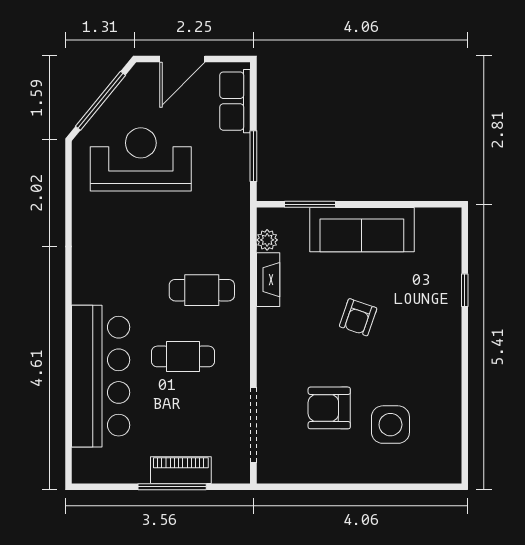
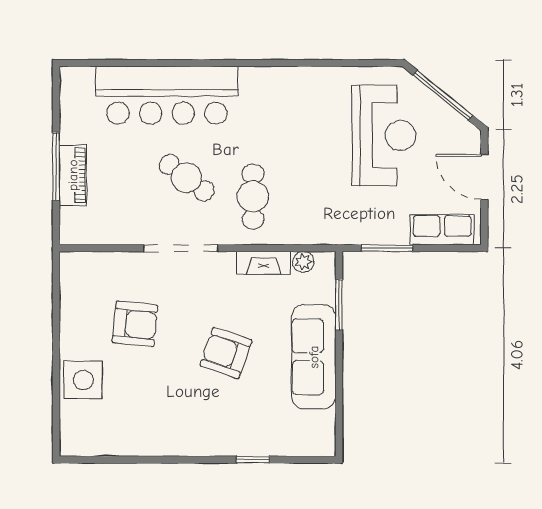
armchair: (358, 317) -> (226, 353), width x1.38, depth x1.38
cafe table: (183, 356) -> (187, 178), turned -53
armchair: (329, 408) -> (135, 324), turned 96
doorway: (253, 425) -> (181, 248), moved
side table: (390, 425) -> (83, 380), moved

